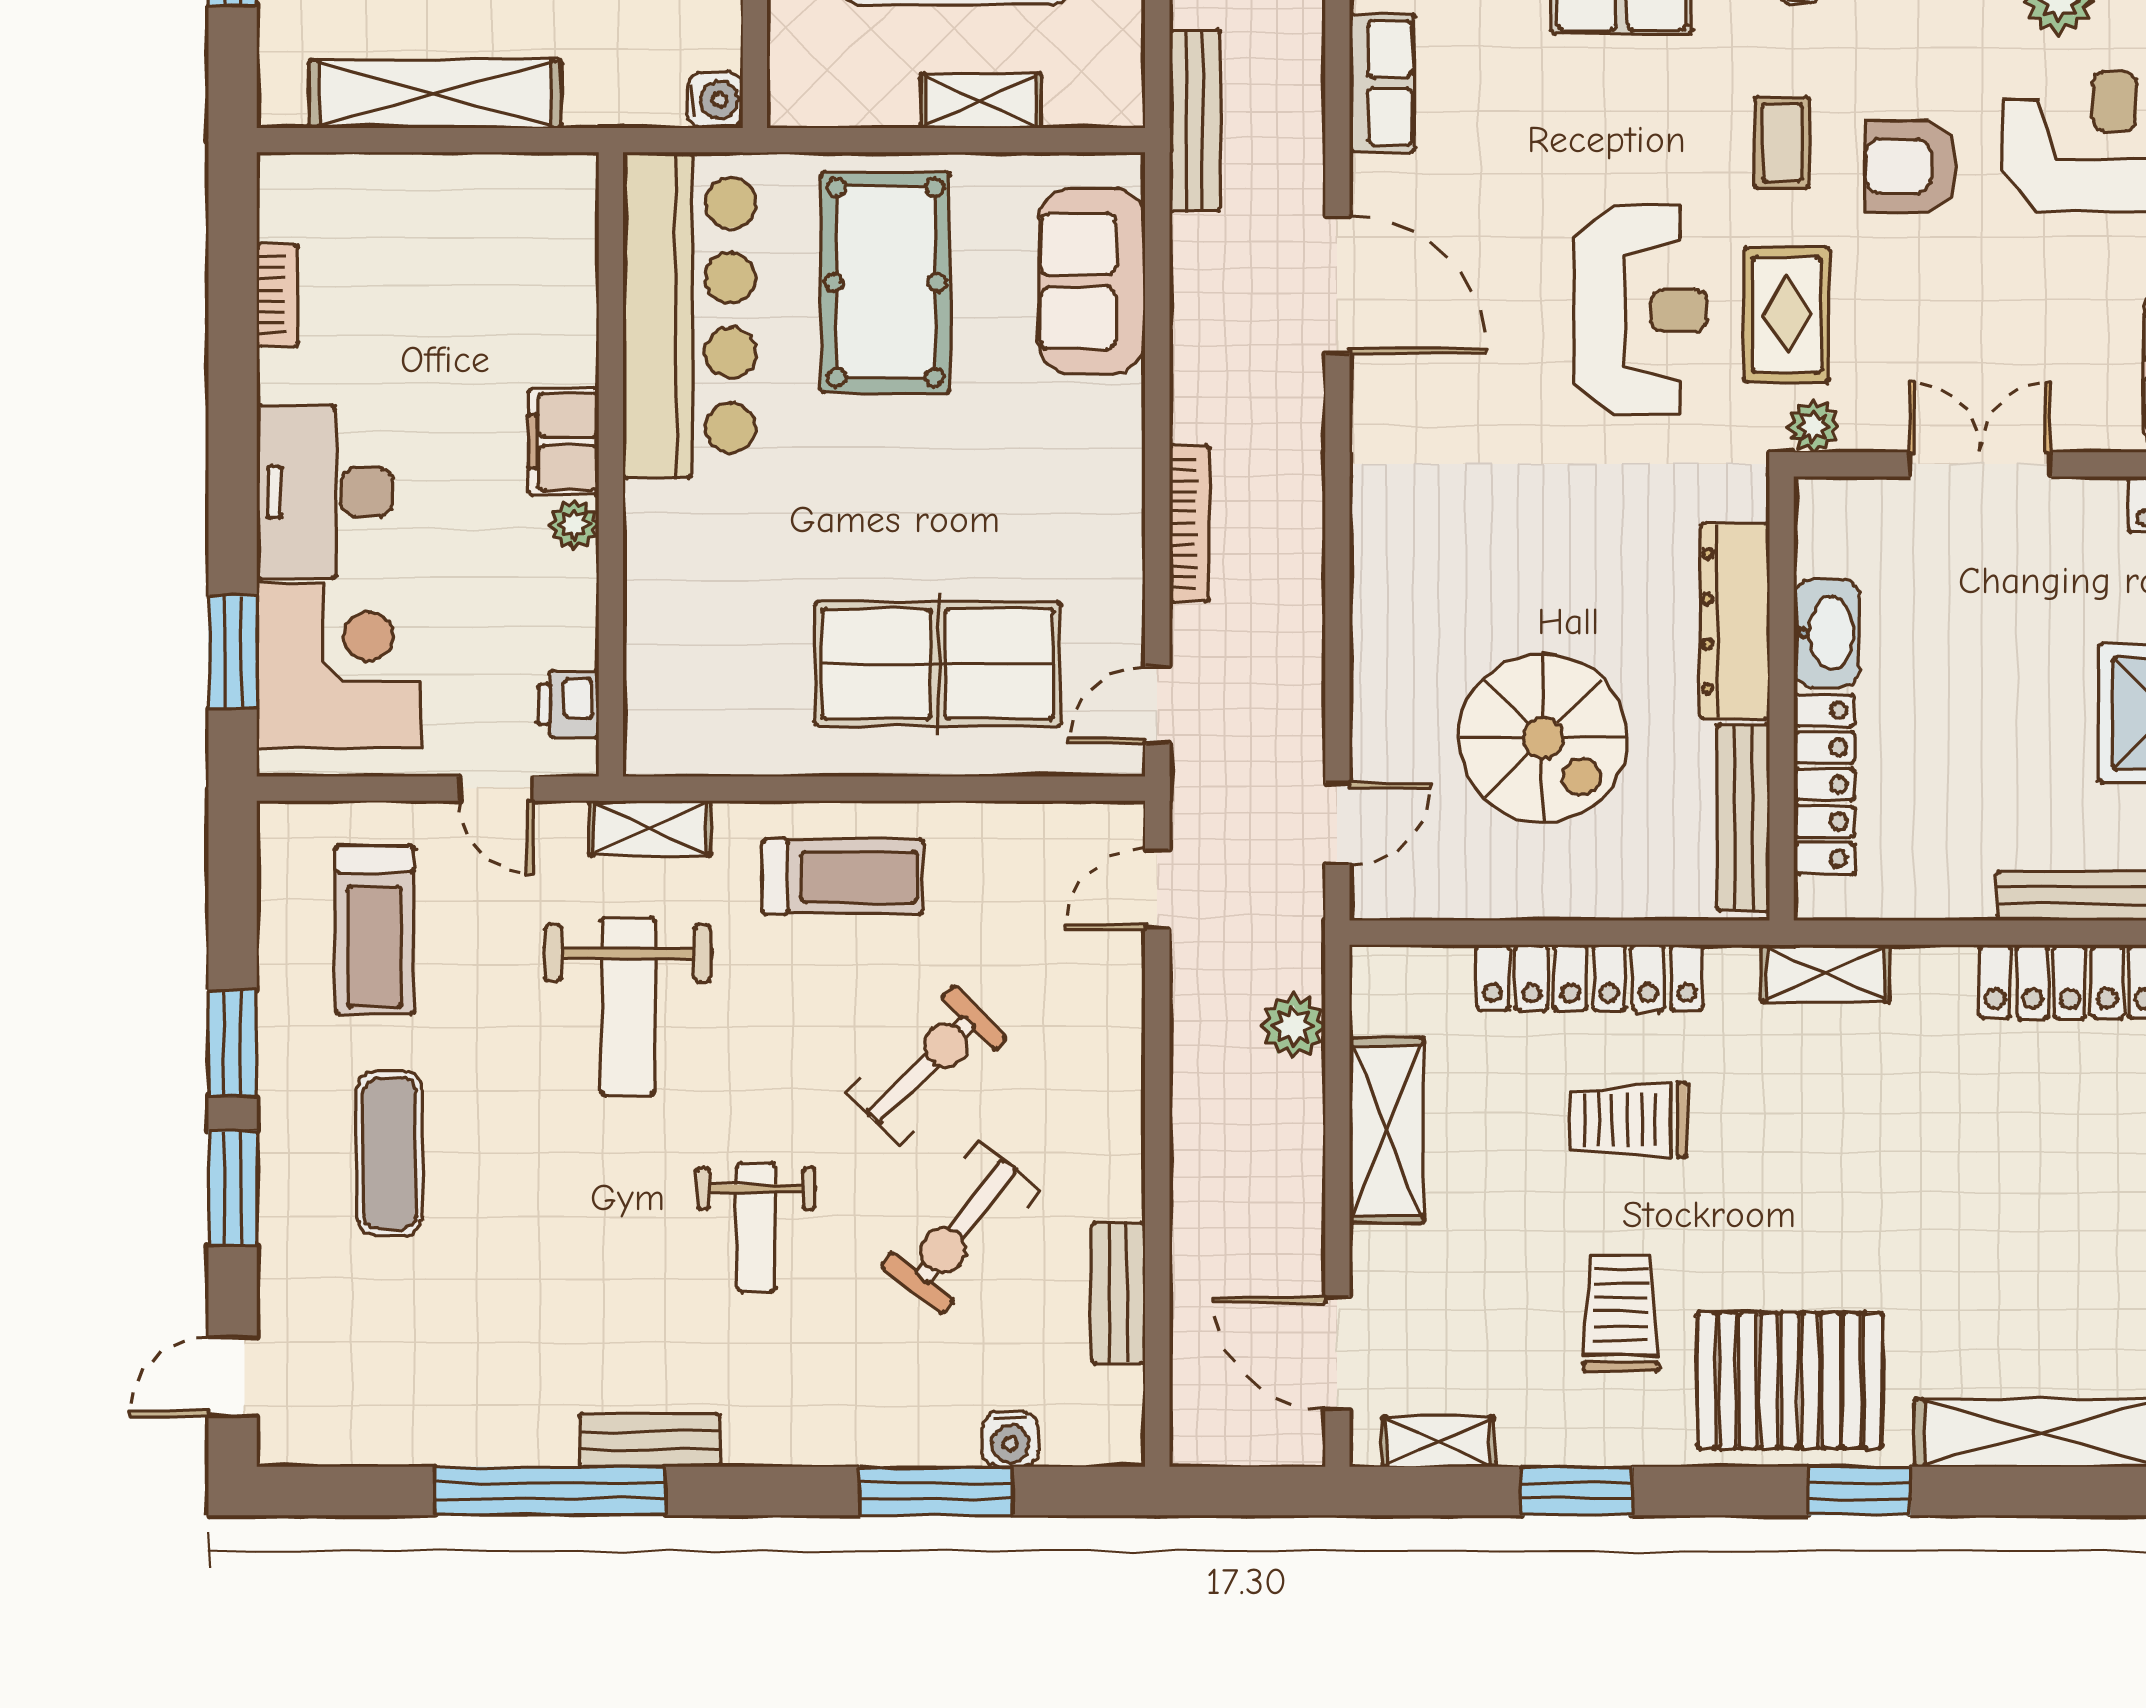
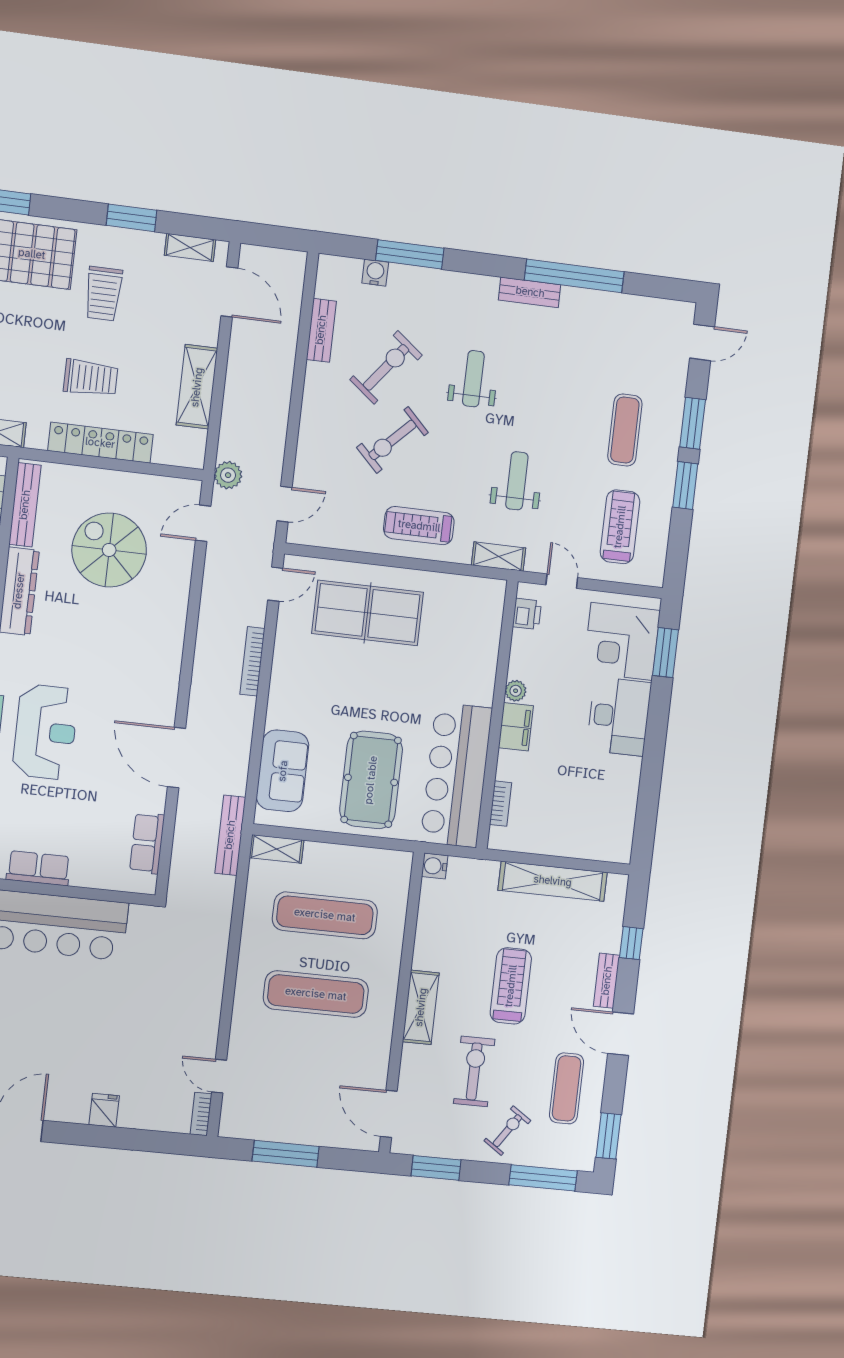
shelving: (981, 101) -> (277, 849), moved
bookcase: (277, 296) -> (501, 804), moved, turned 180
reception desk: (1641, 310) -> (45, 732), turned 180
weight bench: (628, 1006) -> (517, 481), width x0.73, depth x0.75
plant: (1293, 1026) -> (228, 475), moved

